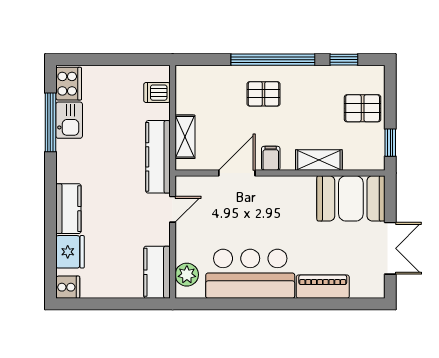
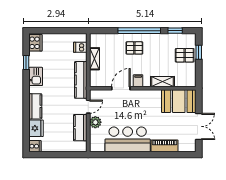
kitchen sink: (69, 120) -> (36, 76), moved
window: (50, 122) -> (26, 62), width x0.46
shelving: (185, 137) -> (95, 59), moved
window: (390, 143) -> (199, 52), moved
kitchen counter: (157, 272) -> (80, 128), moved
plant: (187, 275) -> (95, 122), moved

